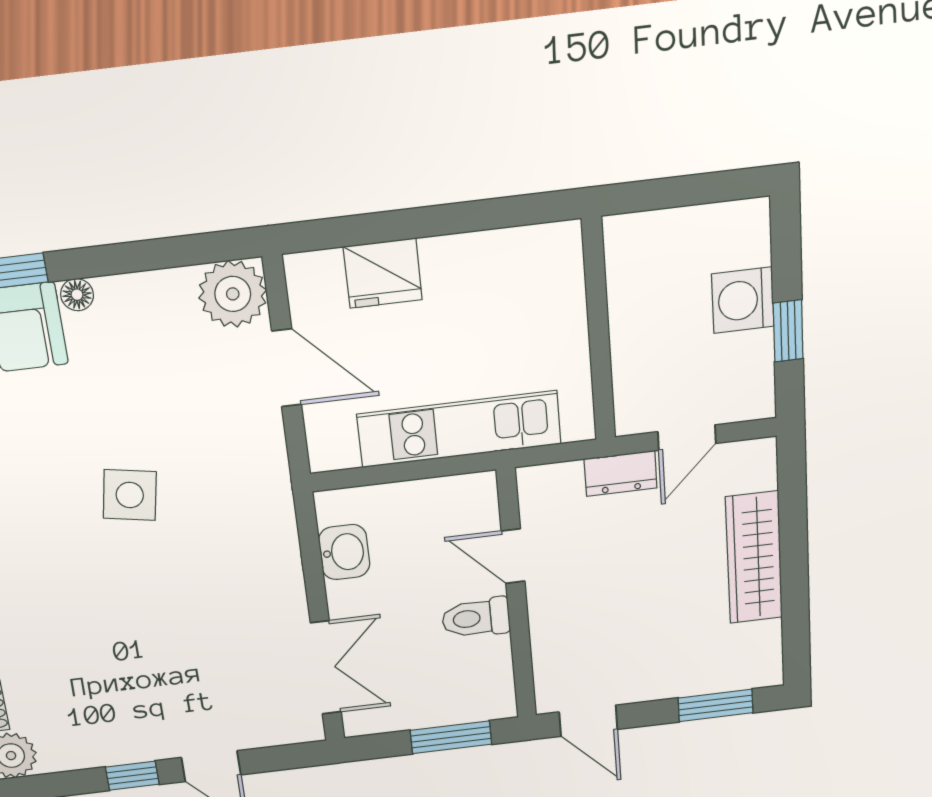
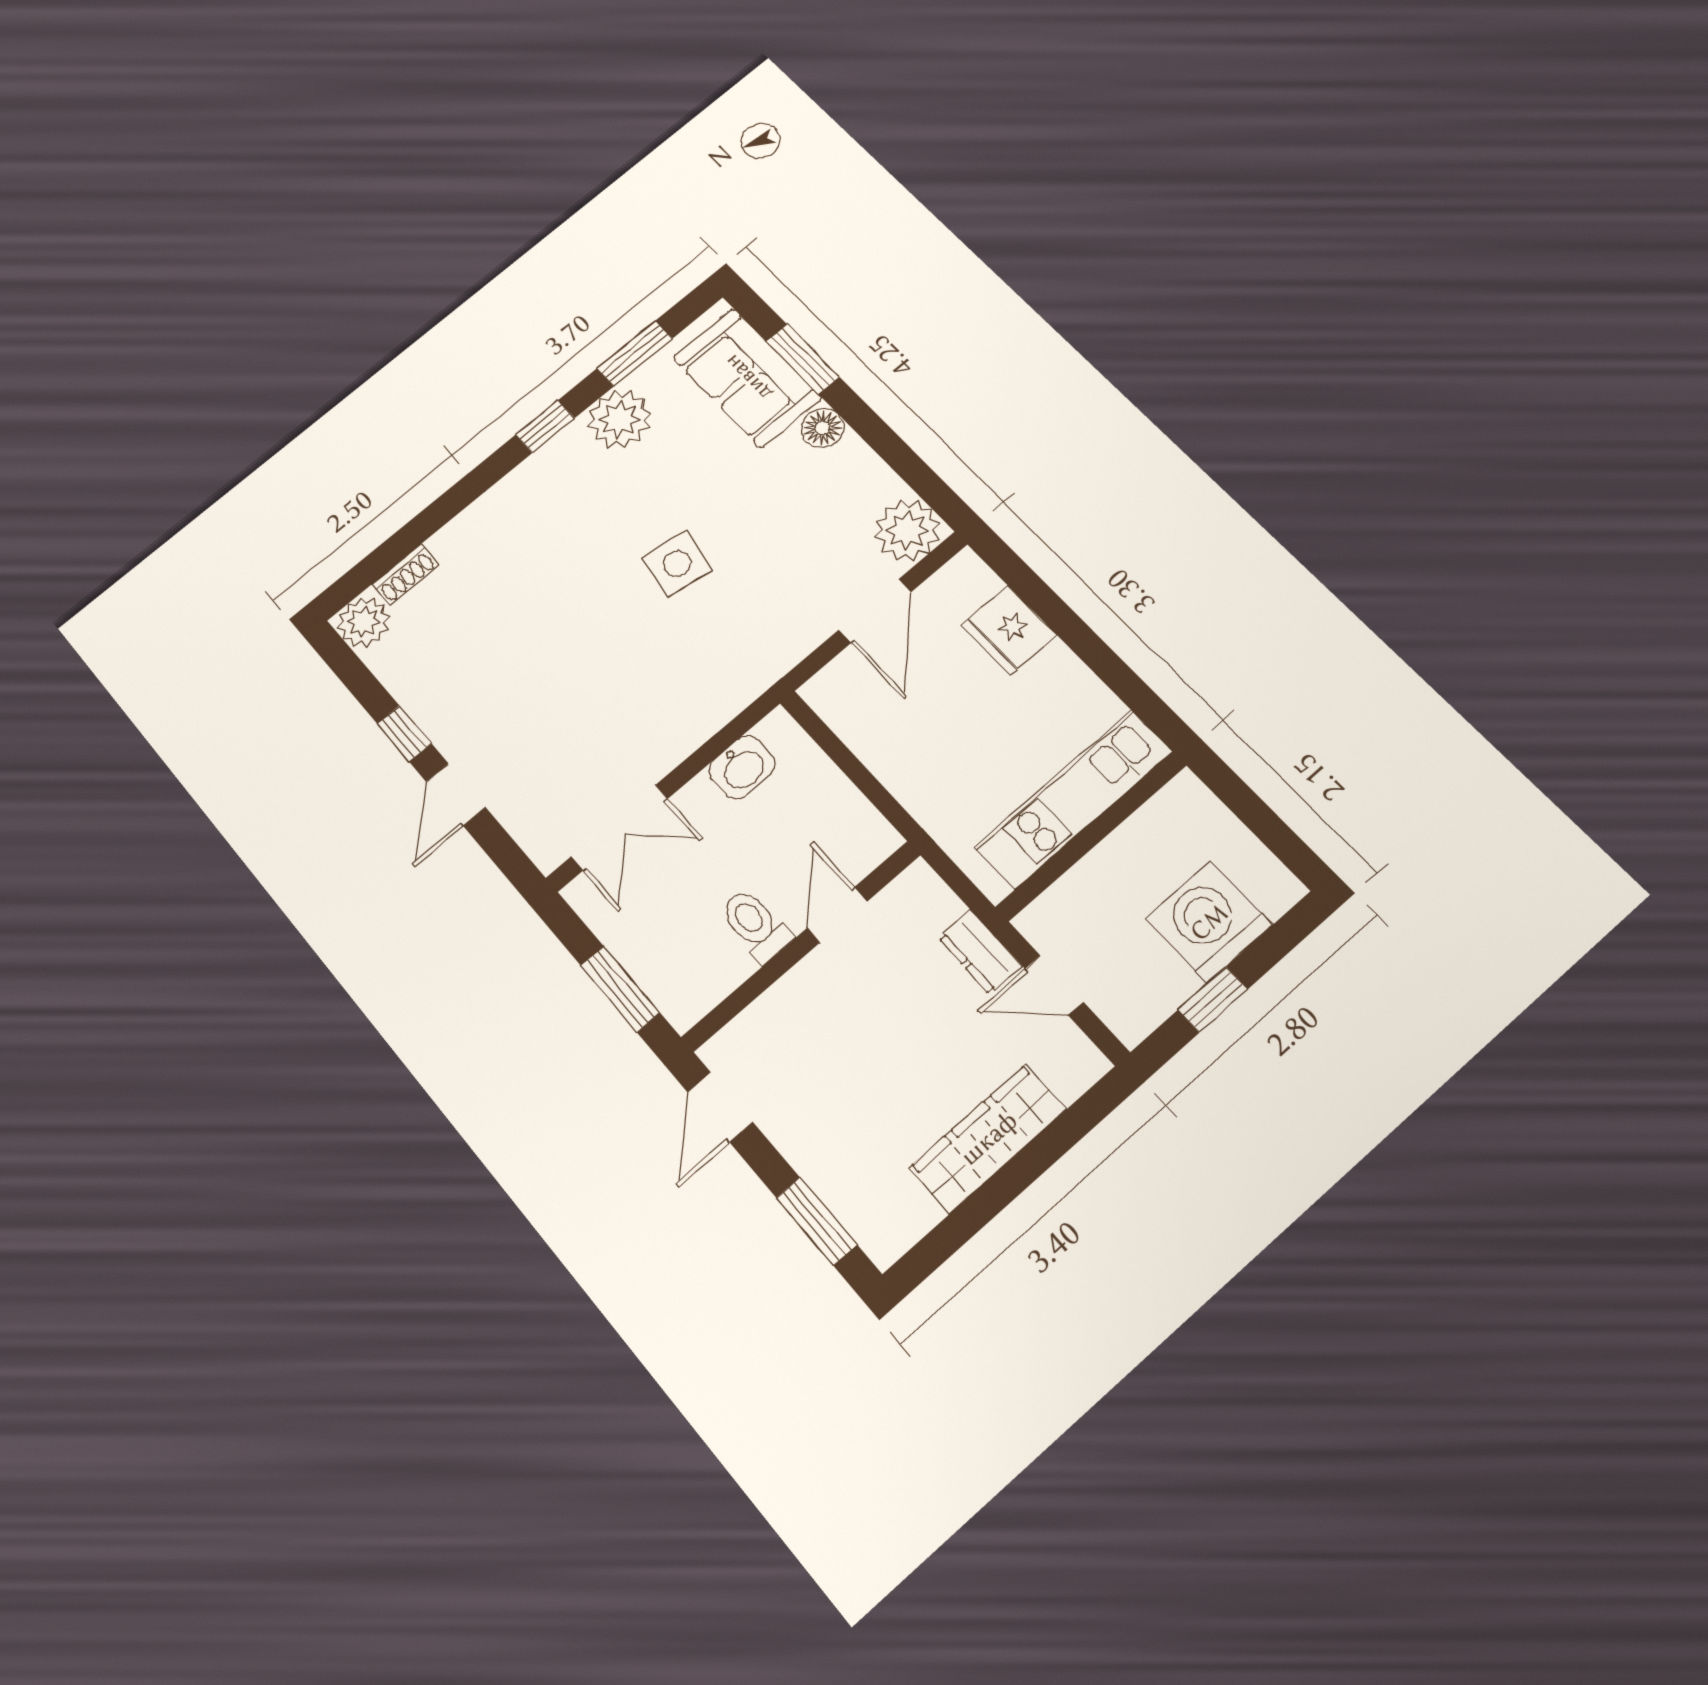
floor lamp: (77, 295) -> (823, 428), width x1.37, depth x1.37
washing machine: (743, 300) -> (1209, 922), width x1.37, depth x1.37
kitchen unit: (459, 429) -> (1073, 799), moved, turned -90

